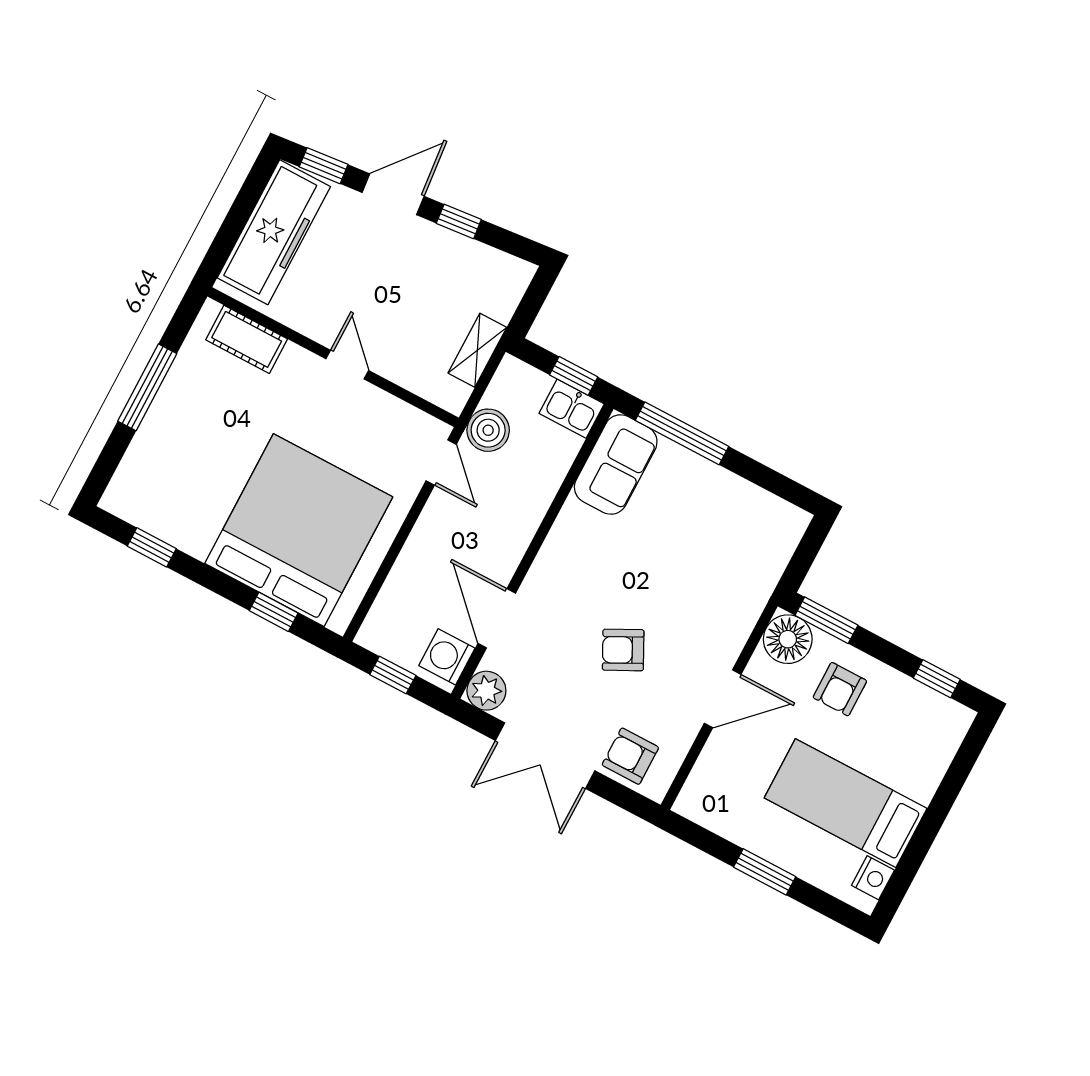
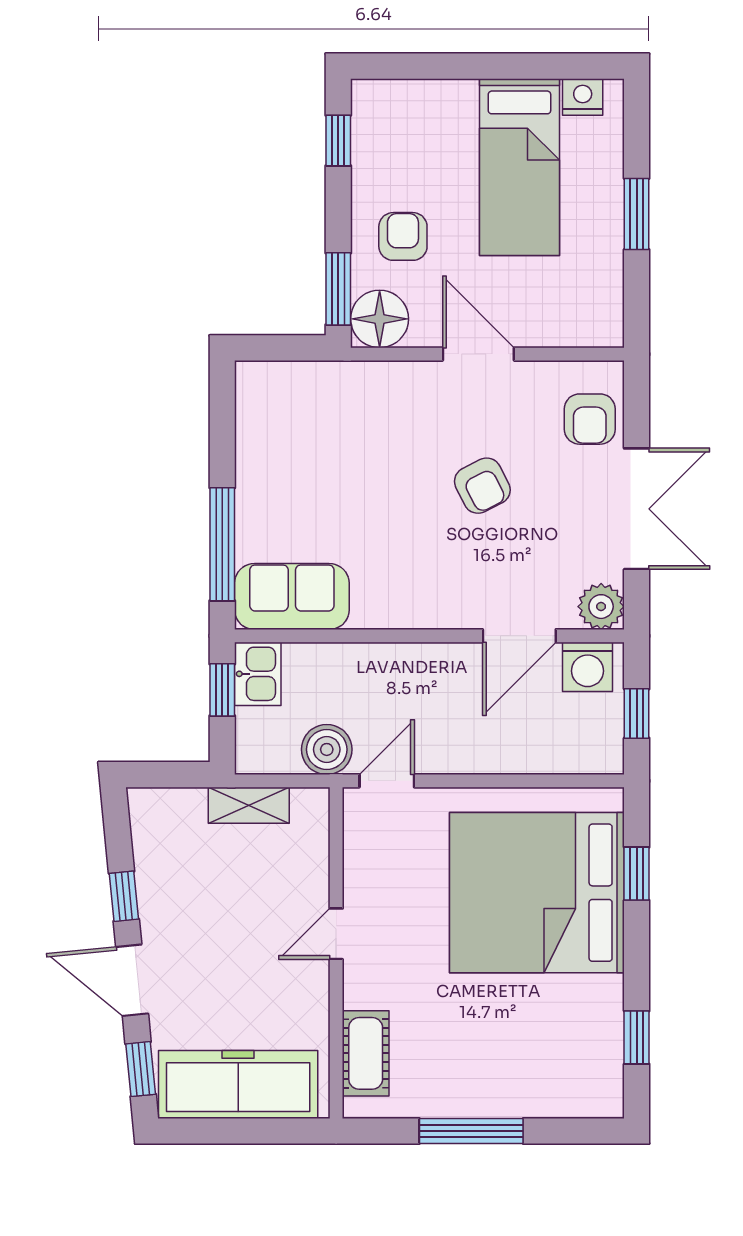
armchair: (840, 689) -> (403, 236), turned -90

